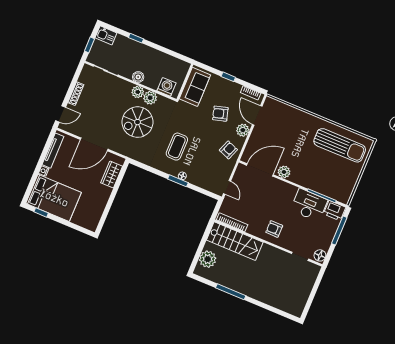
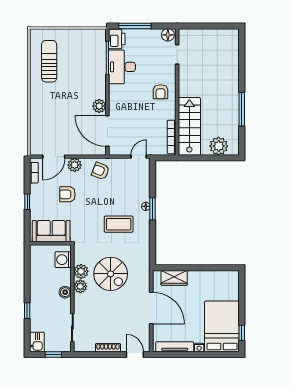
armchair: (220, 114) -> (67, 194), turned 106
sun lounger: (340, 145) -> (49, 61), width x0.73, depth x0.75

